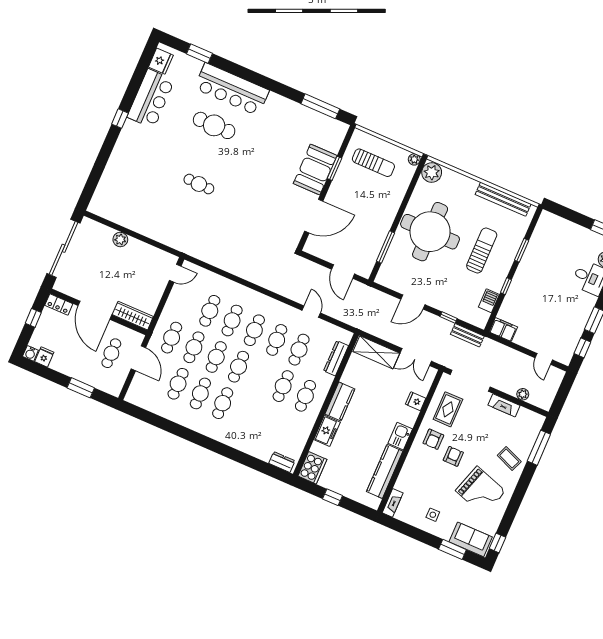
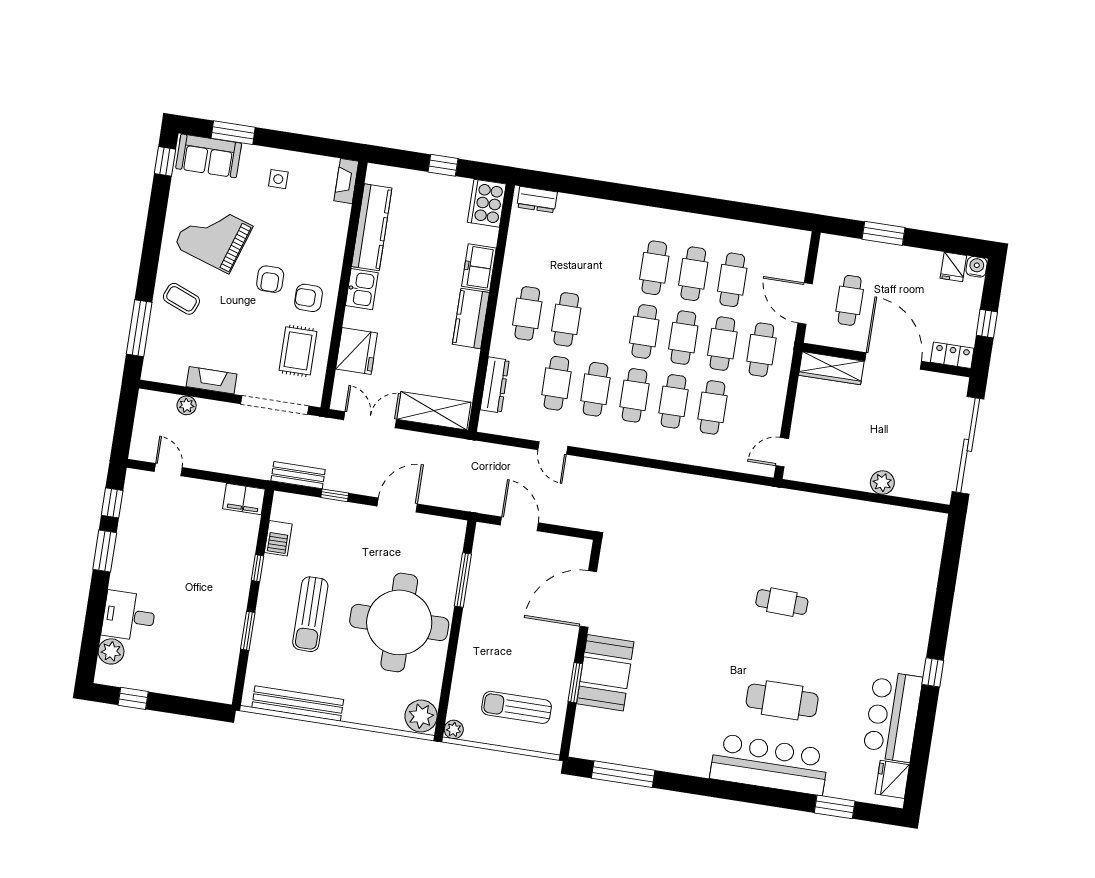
fridge: (416, 401) -> (357, 351), width x1.88, depth x1.34
armchair: (433, 439) -> (309, 298), turned -90

